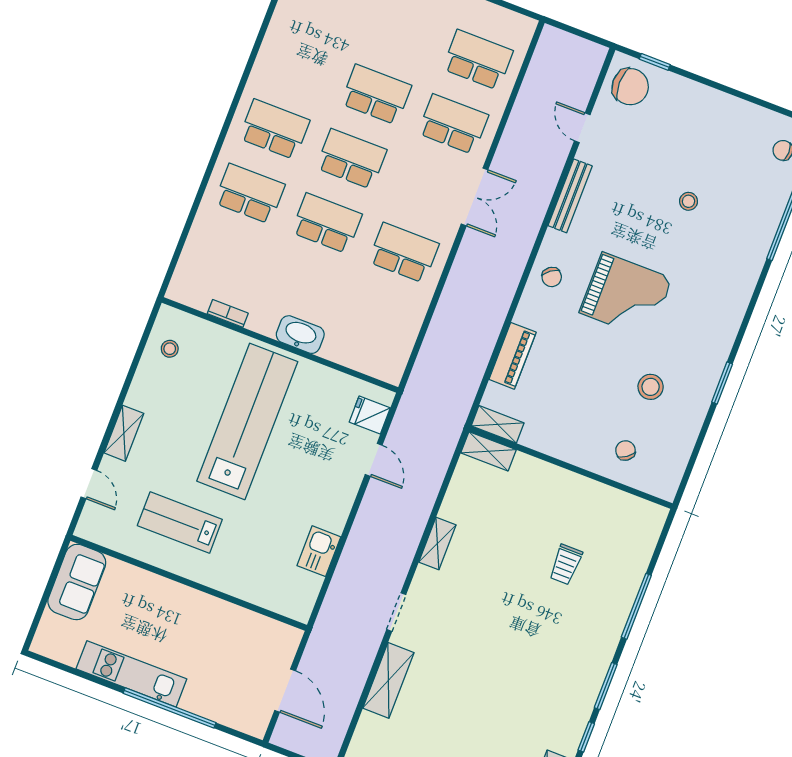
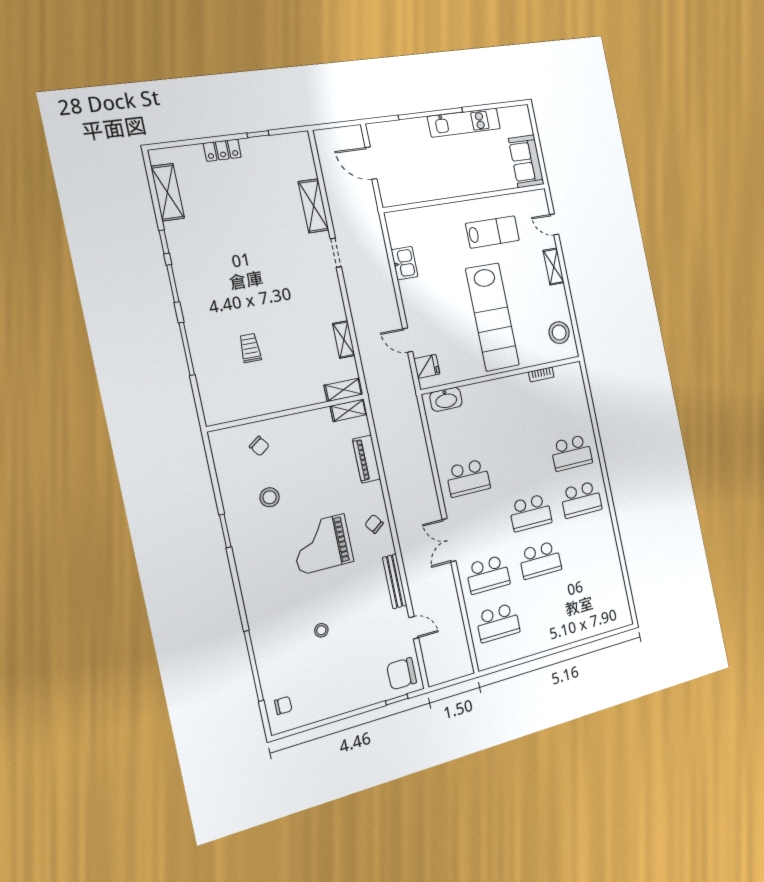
school desk: (327, 223) -> (521, 465), removed
washbasin: (300, 335) -> (446, 399), moved
stool: (170, 349) -> (559, 333), width x1.89, depth x1.89
shelving: (437, 544) -> (344, 339), moved

